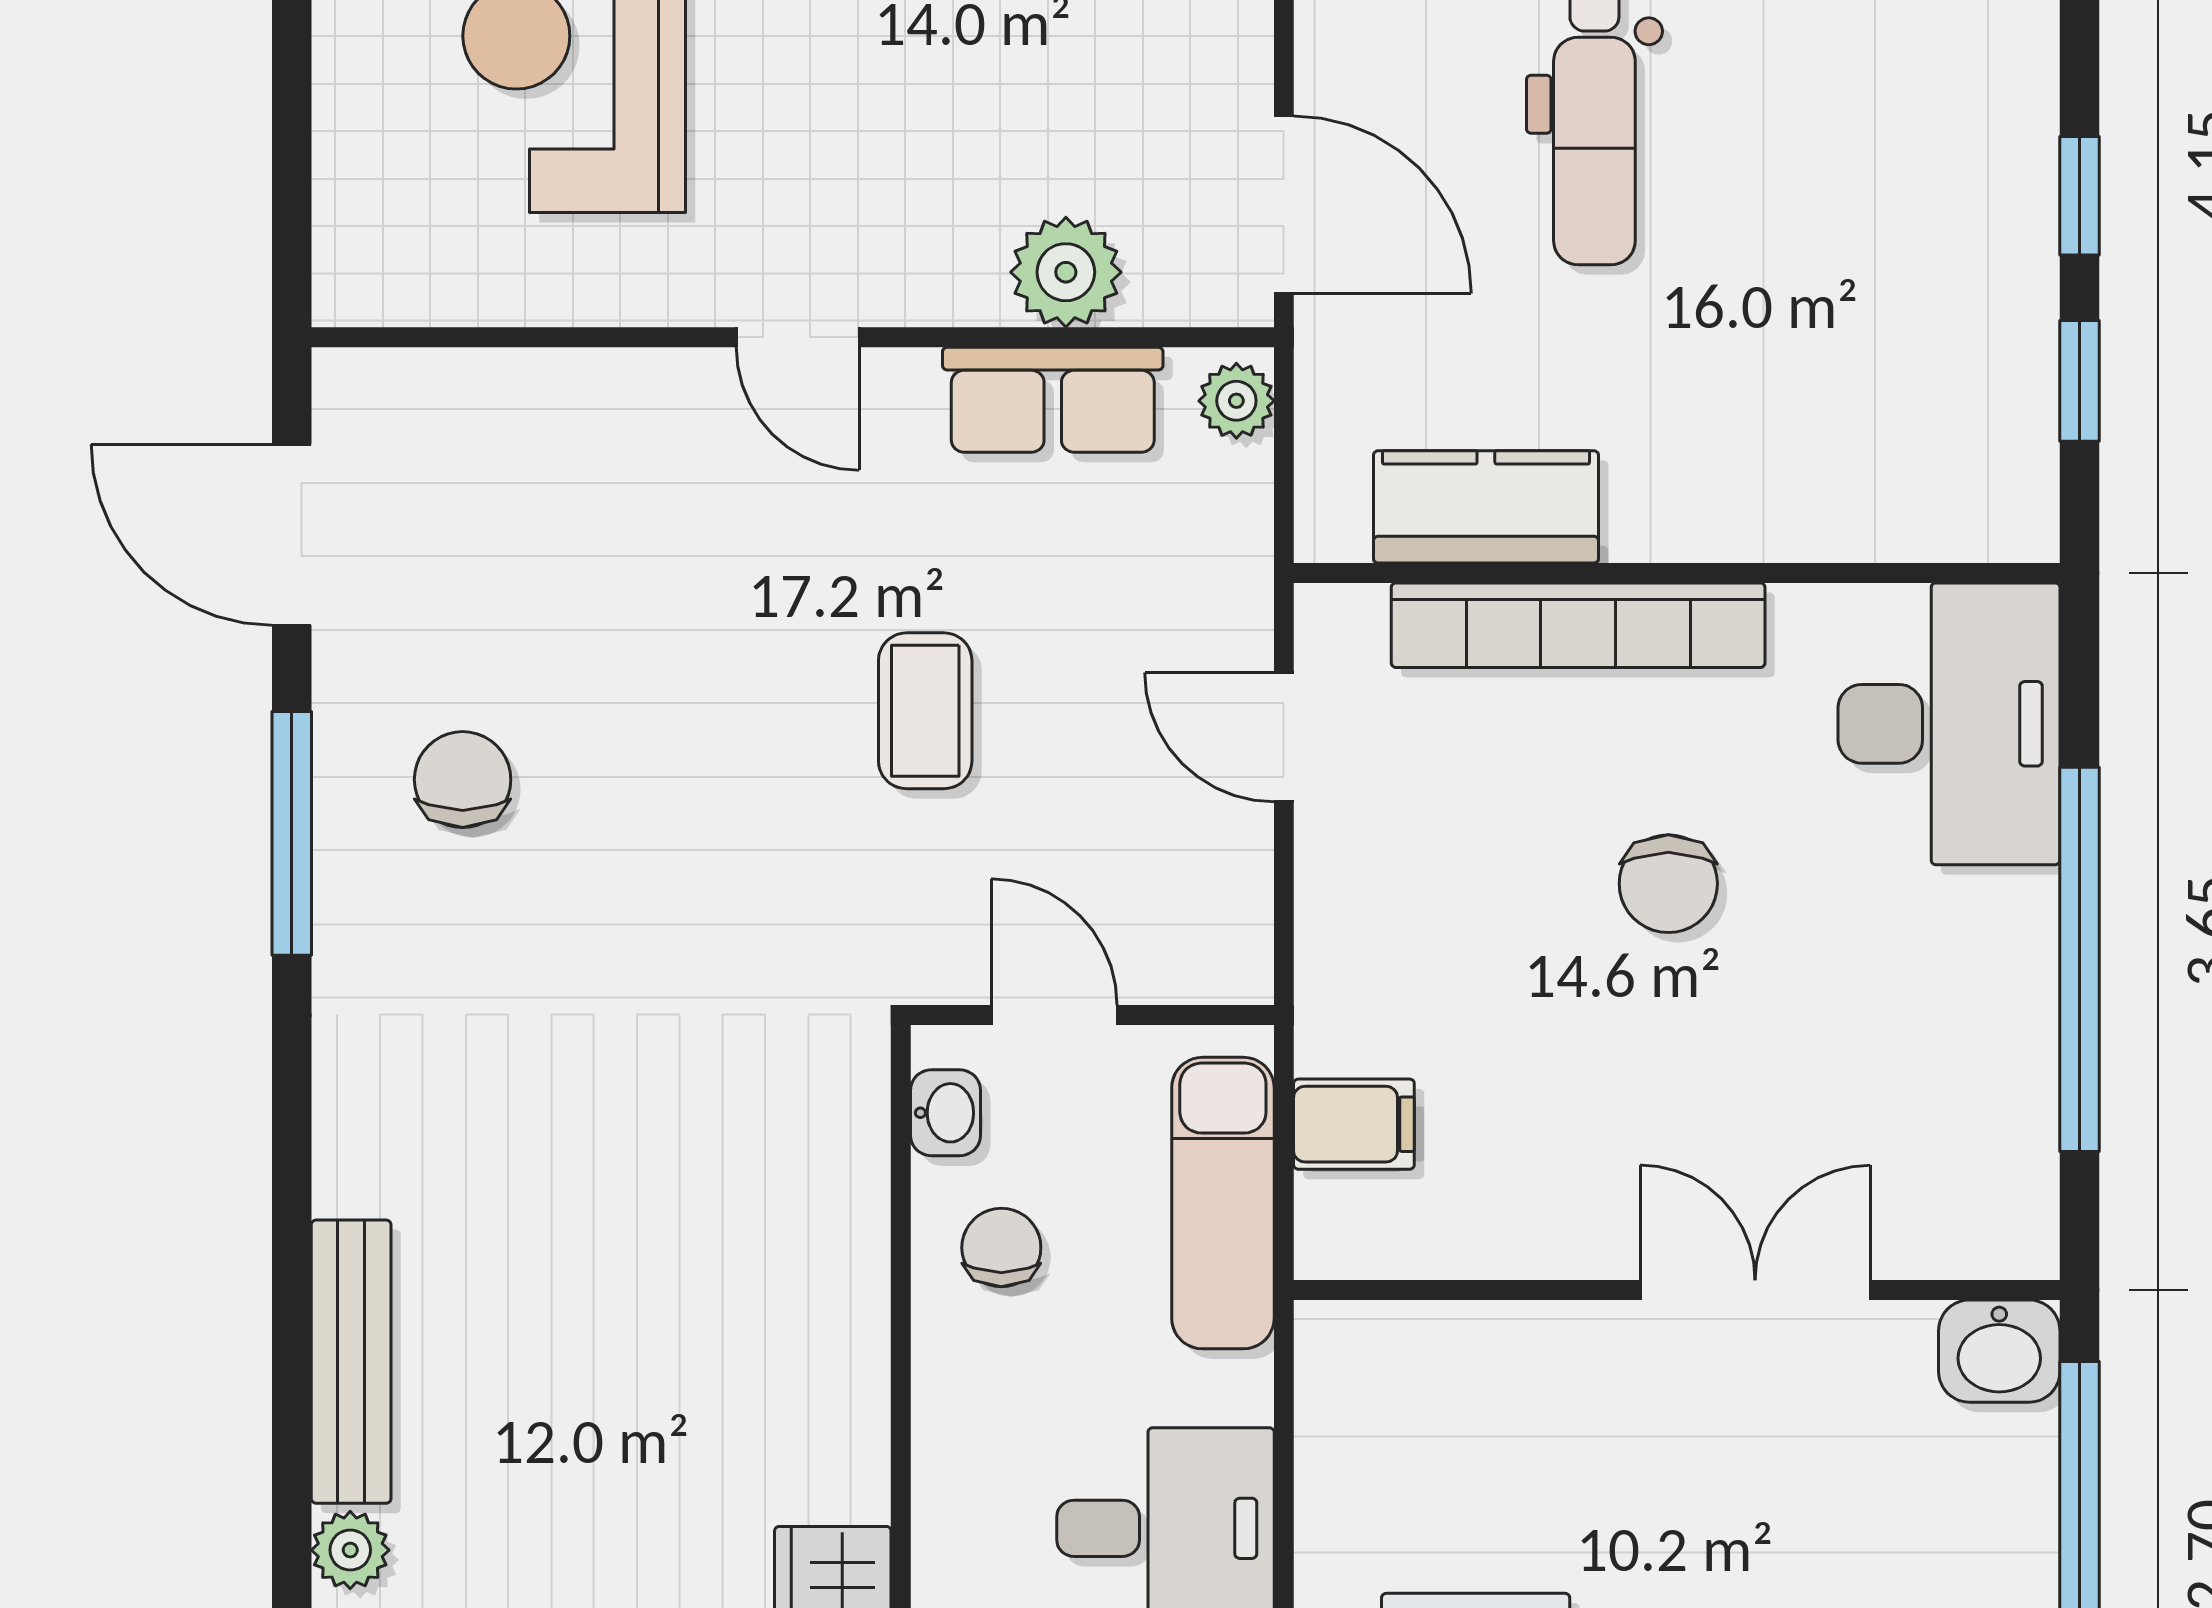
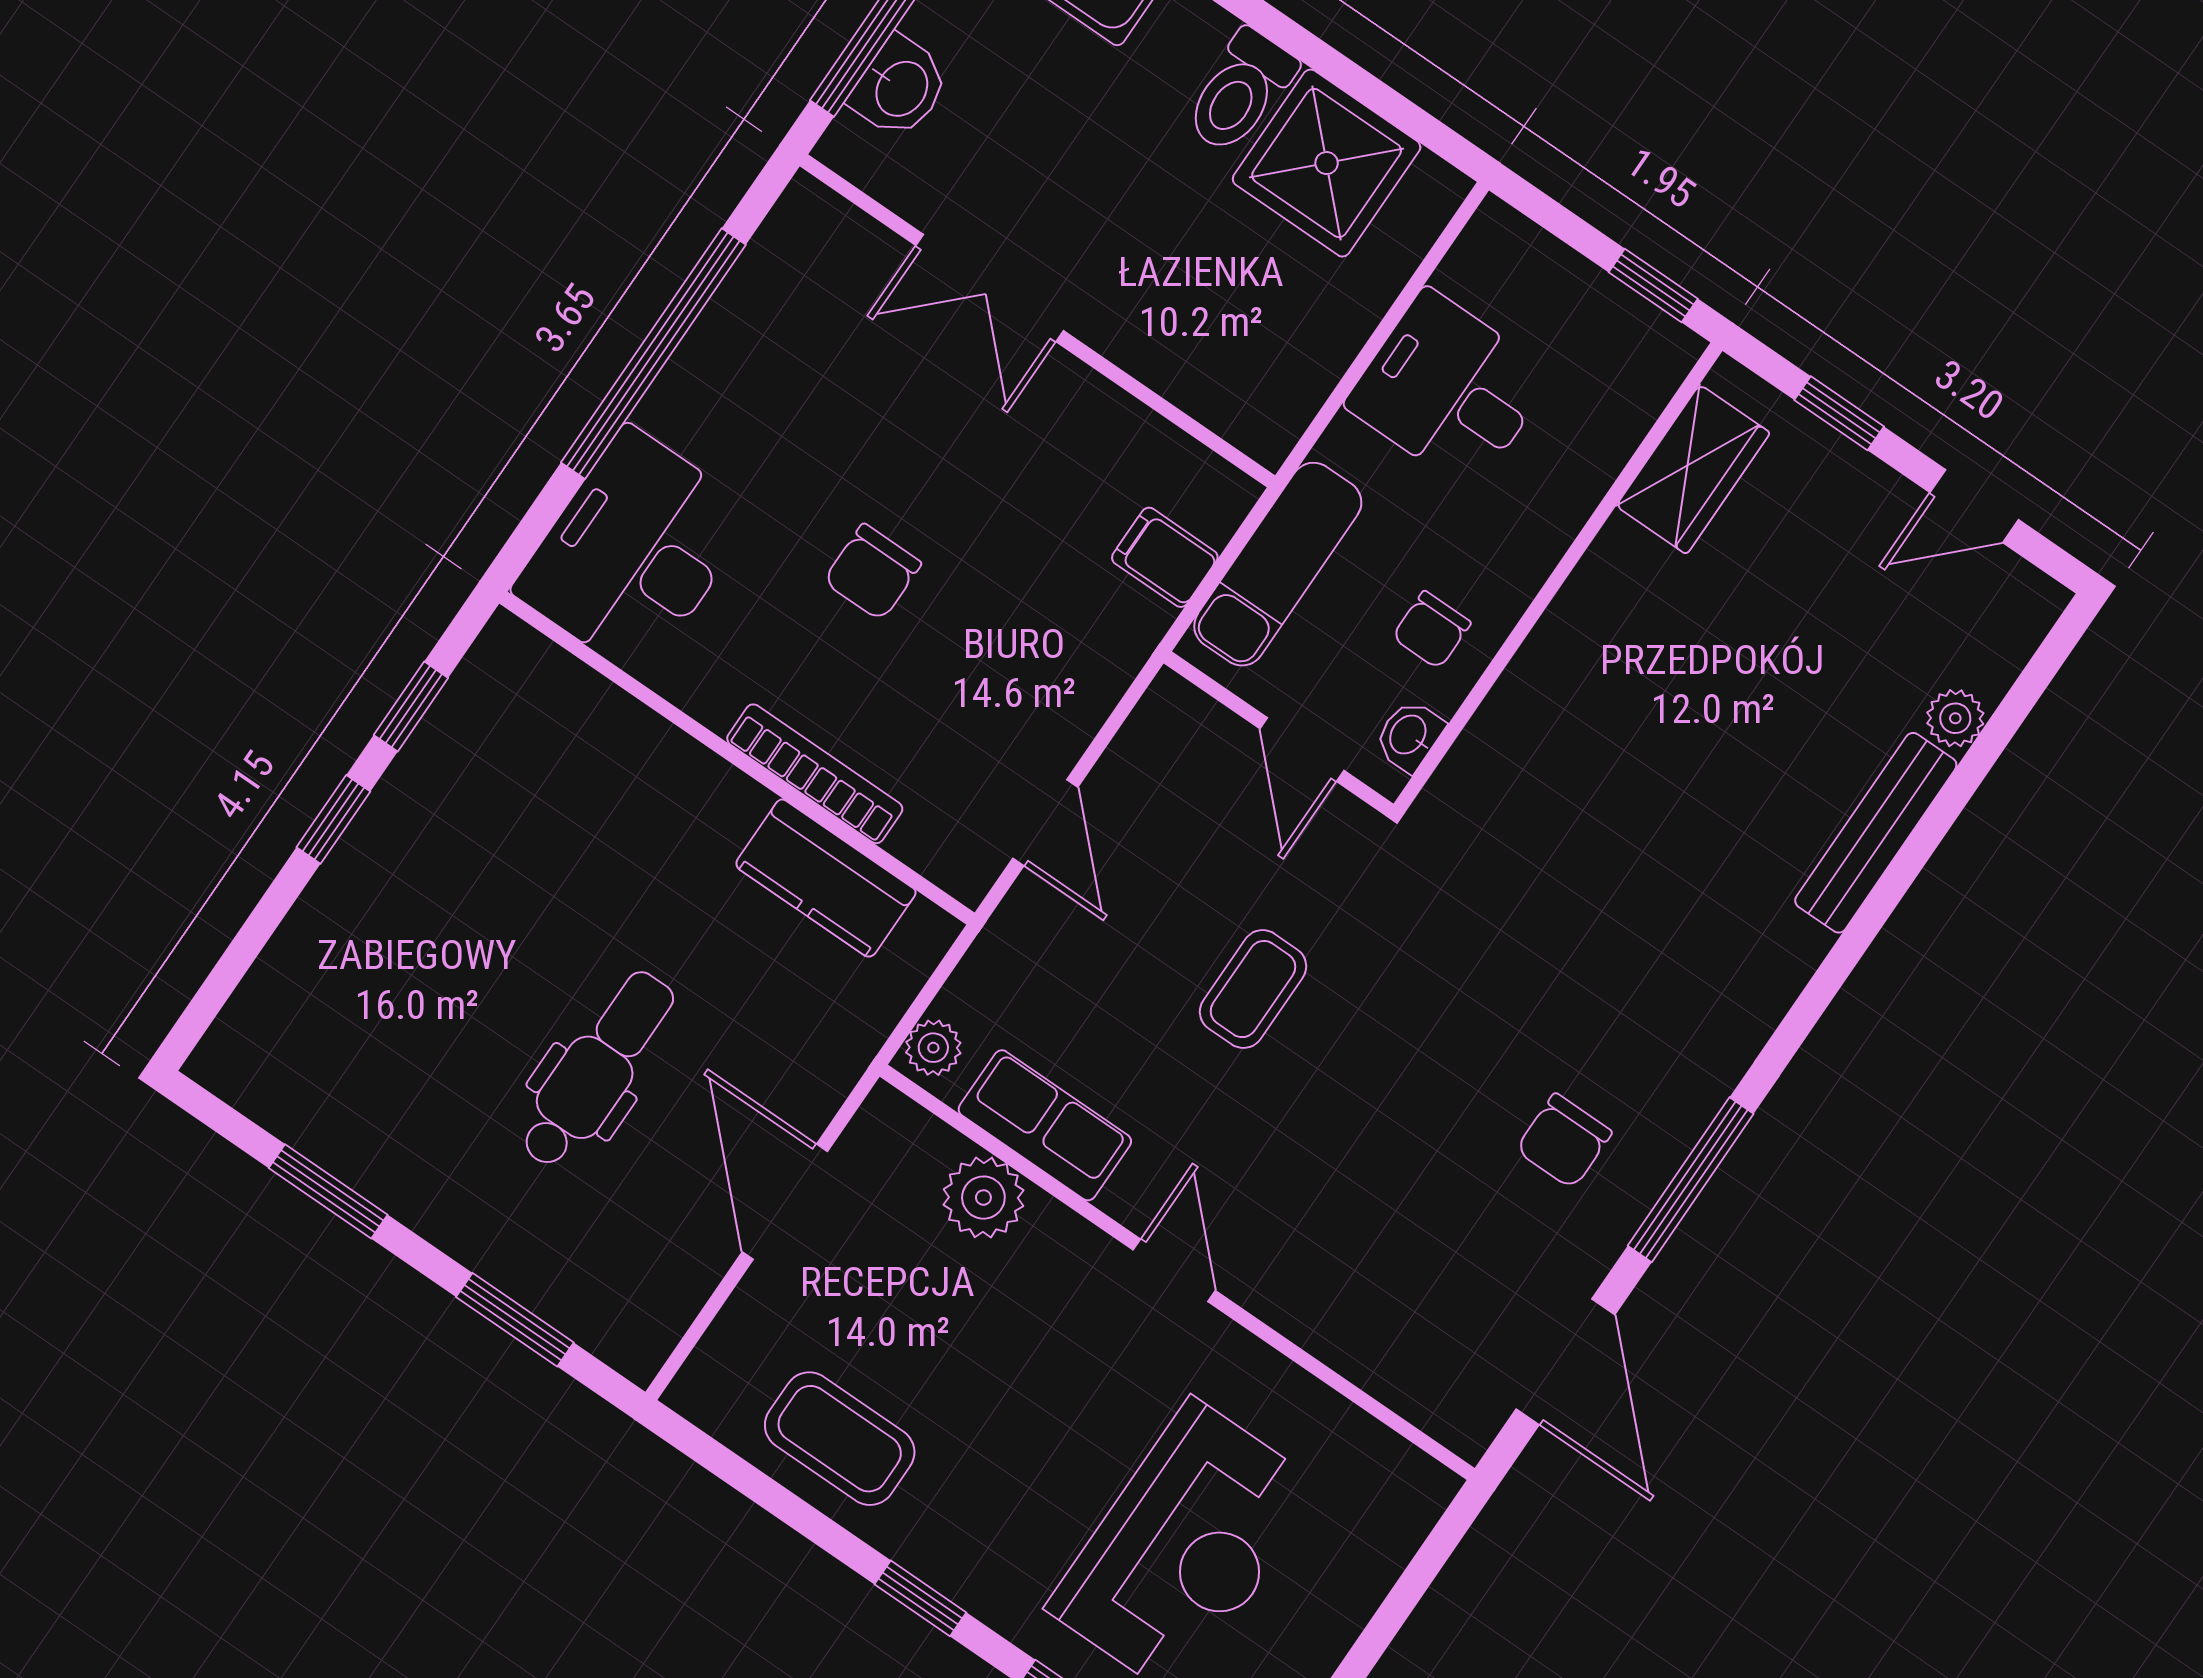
door: (1284, 205) -> (785, 1202), moved
bookcase: (1578, 625) -> (815, 774), width x0.68, depth x0.76
chair: (1668, 884) -> (872, 572), turned 180
washbasin: (1999, 1351) -> (900, 88), moved, turned 90

